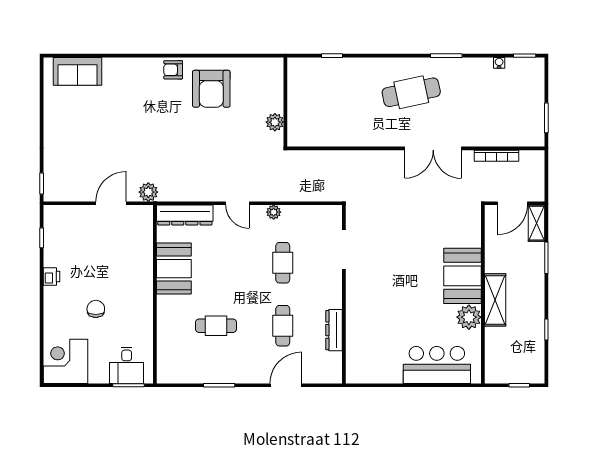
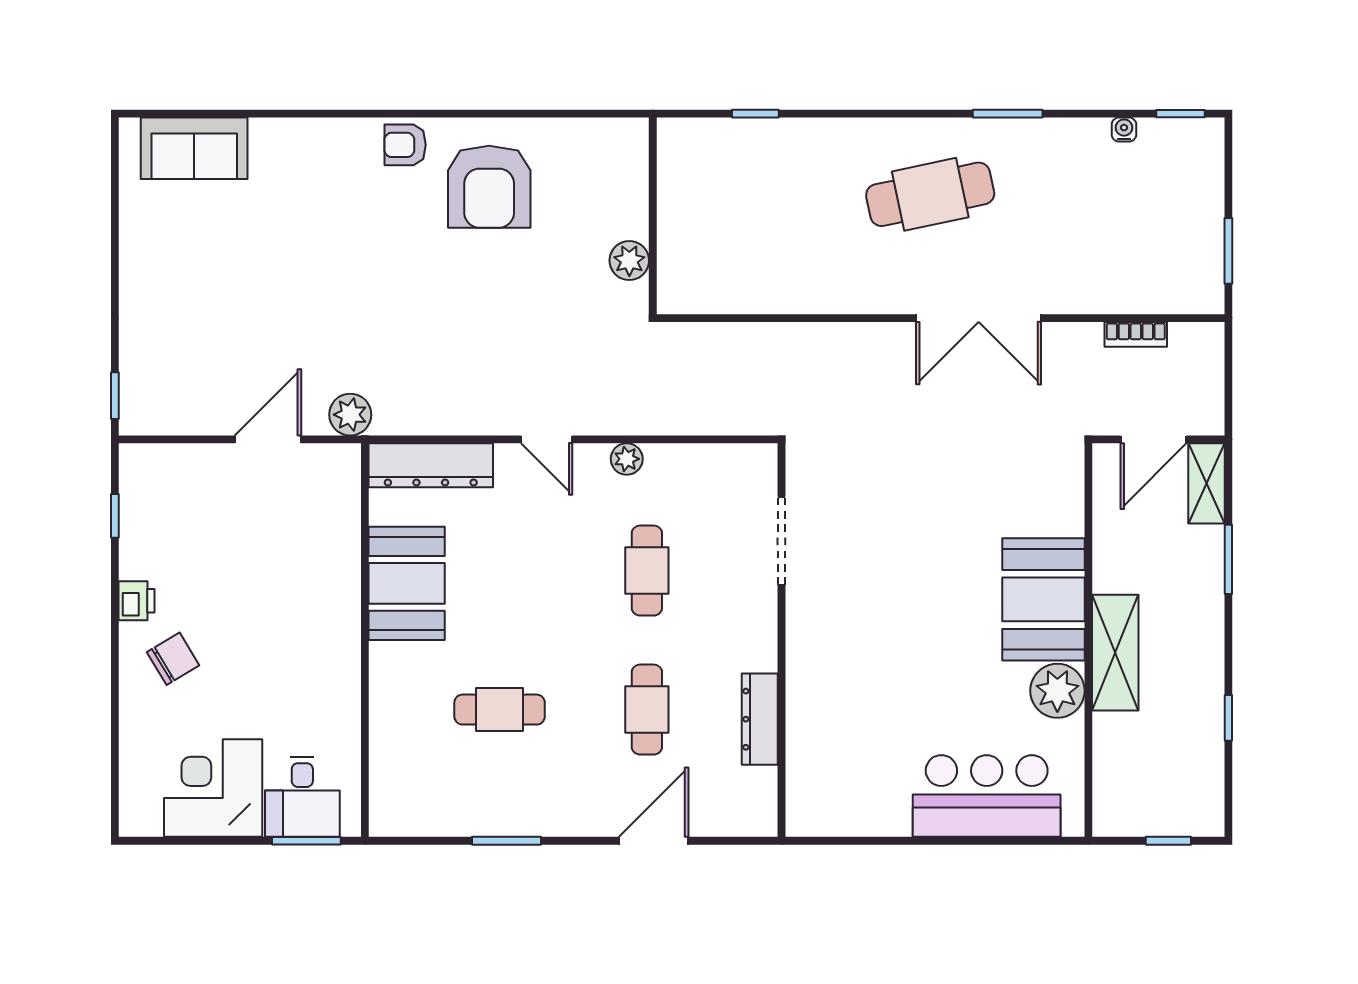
bookcase: (496, 156) -> (1136, 334), width x0.64
chair: (96, 309) -> (173, 659), moved, turned 59
corner desk: (66, 361) -> (213, 788), moved

